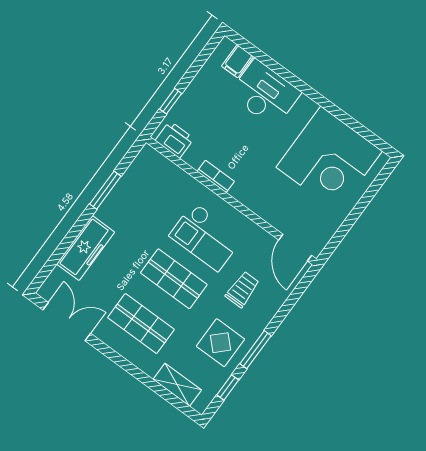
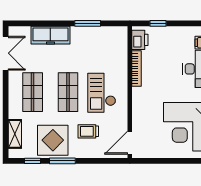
bookcase: (216, 176) -> (136, 69), width x1.56
trolley: (242, 289) -> (88, 131), turned 180
display table: (221, 343) -> (53, 140), width x1.36, depth x1.36

